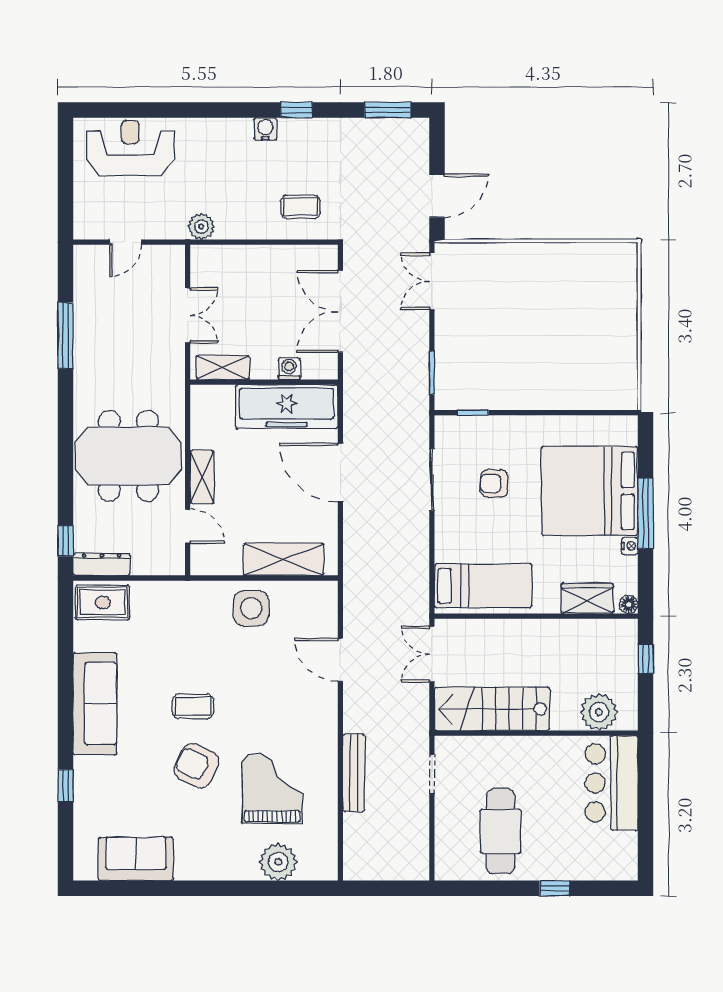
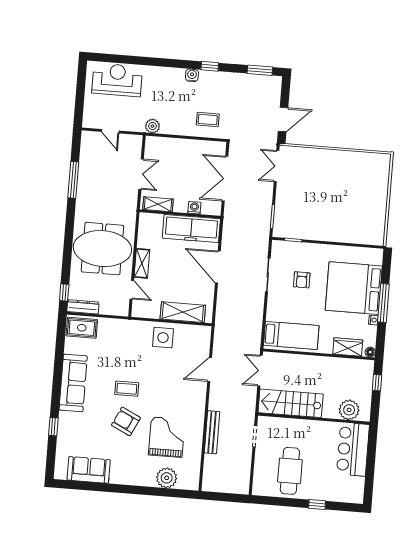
door: (126, 242) -> (110, 131), hinge flipped
armchair: (494, 484) -> (302, 280), turned -90
door: (340, 660) -> (210, 370), hinge flipped

